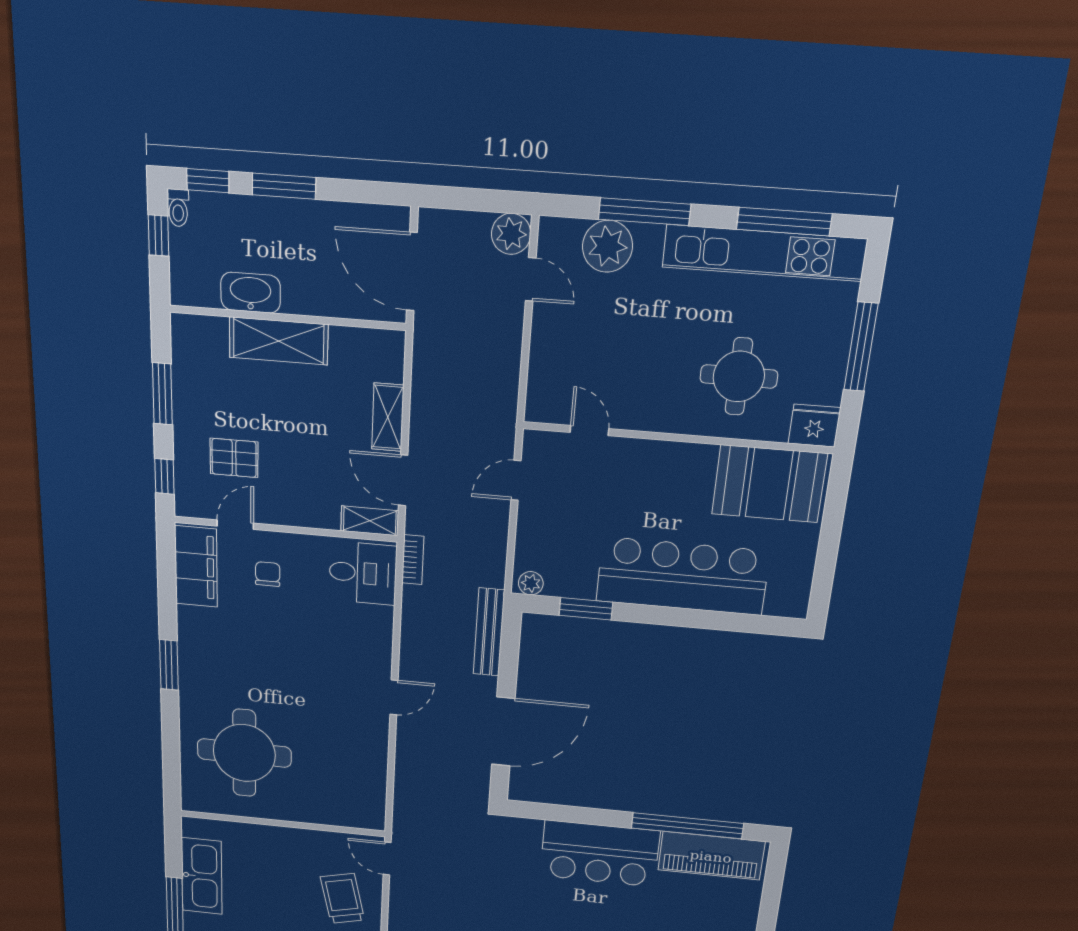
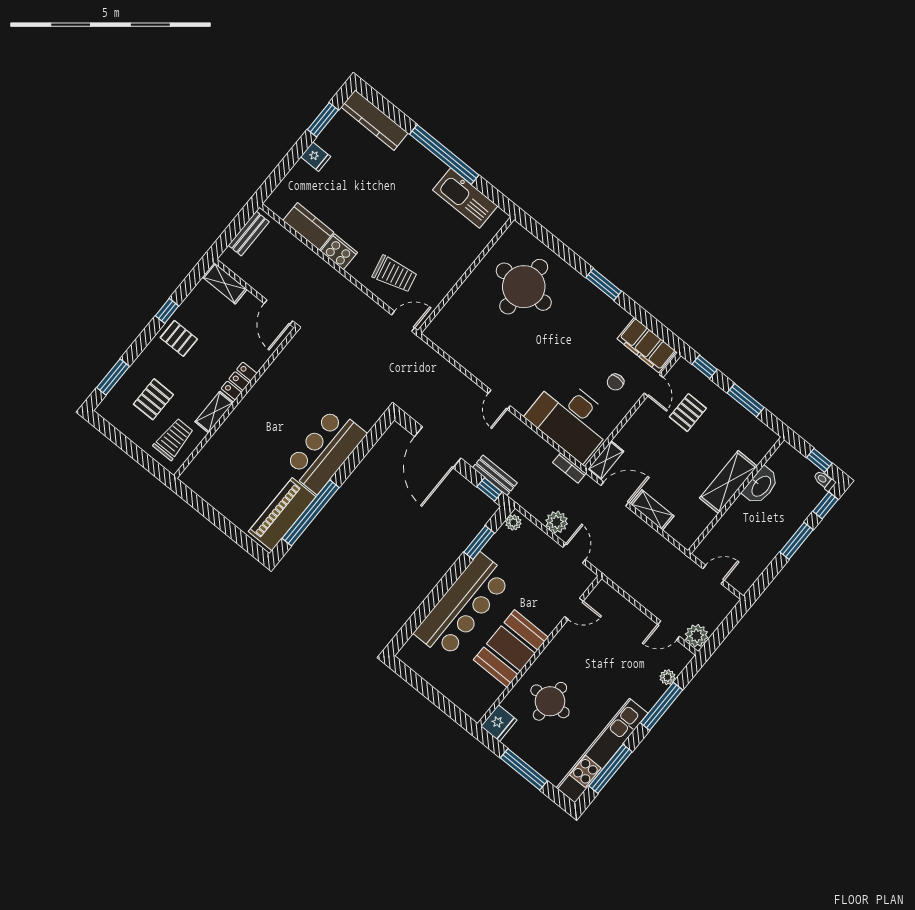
plant: (608, 246) -> (668, 677), width x0.53, depth x0.53
door: (412, 272) -> (713, 574), width x0.53
booth: (769, 484) -> (511, 649), moved
plant: (492, 530) -> (557, 522), added
desk: (363, 573) -> (571, 419), width x1.87, depth x1.30
chair: (268, 574) -> (615, 382), turned 90
bench: (489, 632) -> (495, 475), width x0.73
window: (510, 639) -> (489, 489), added

